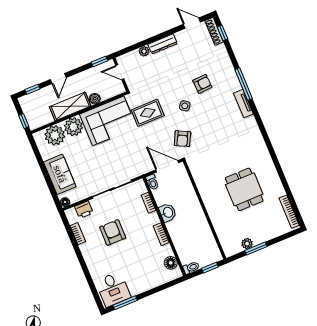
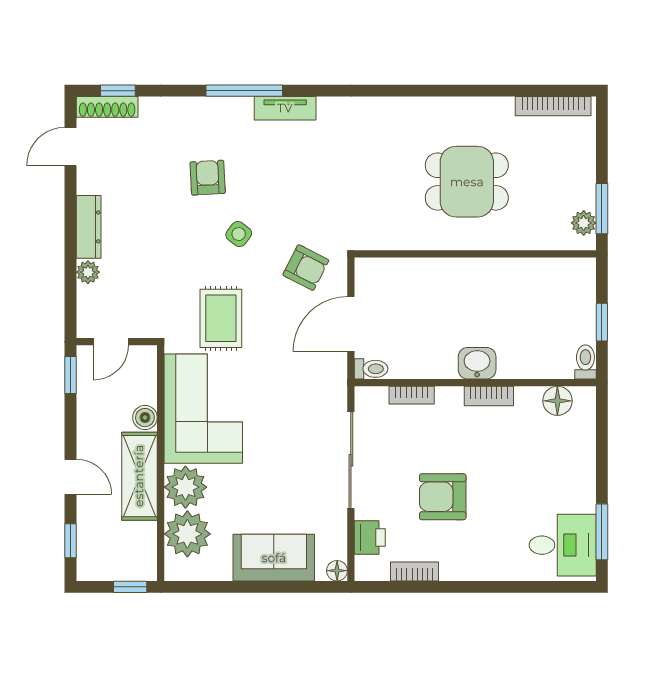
wall: (204, 210) -> (475, 254), moved
washbasin: (168, 213) -> (477, 363), moved

